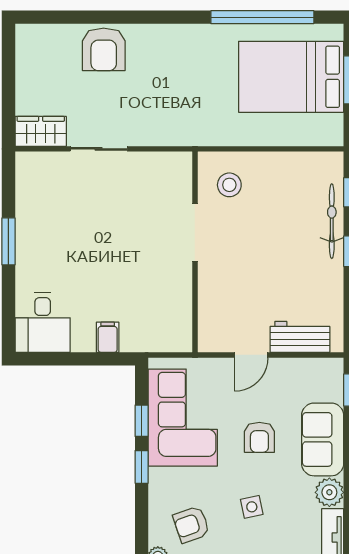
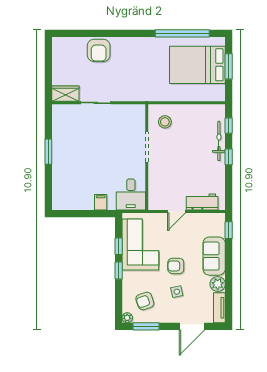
desk: (43, 323) -> (131, 194), moved
armchair: (259, 437) -> (176, 266), moved, turned 90

